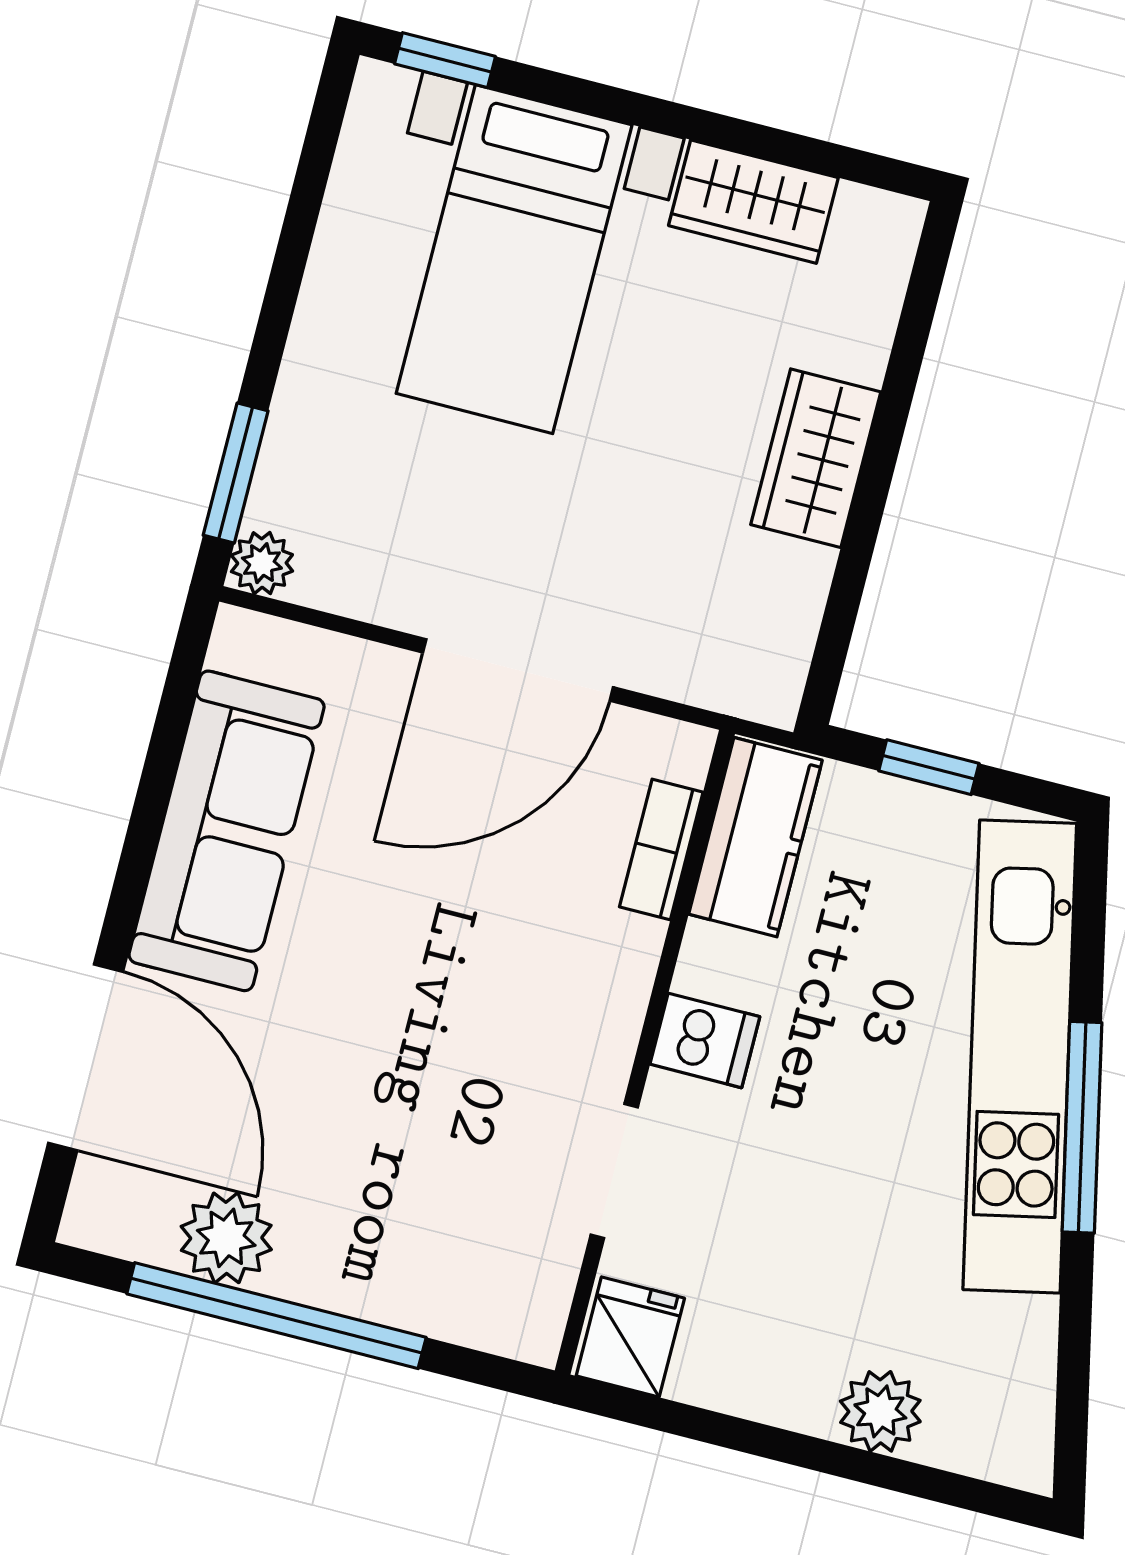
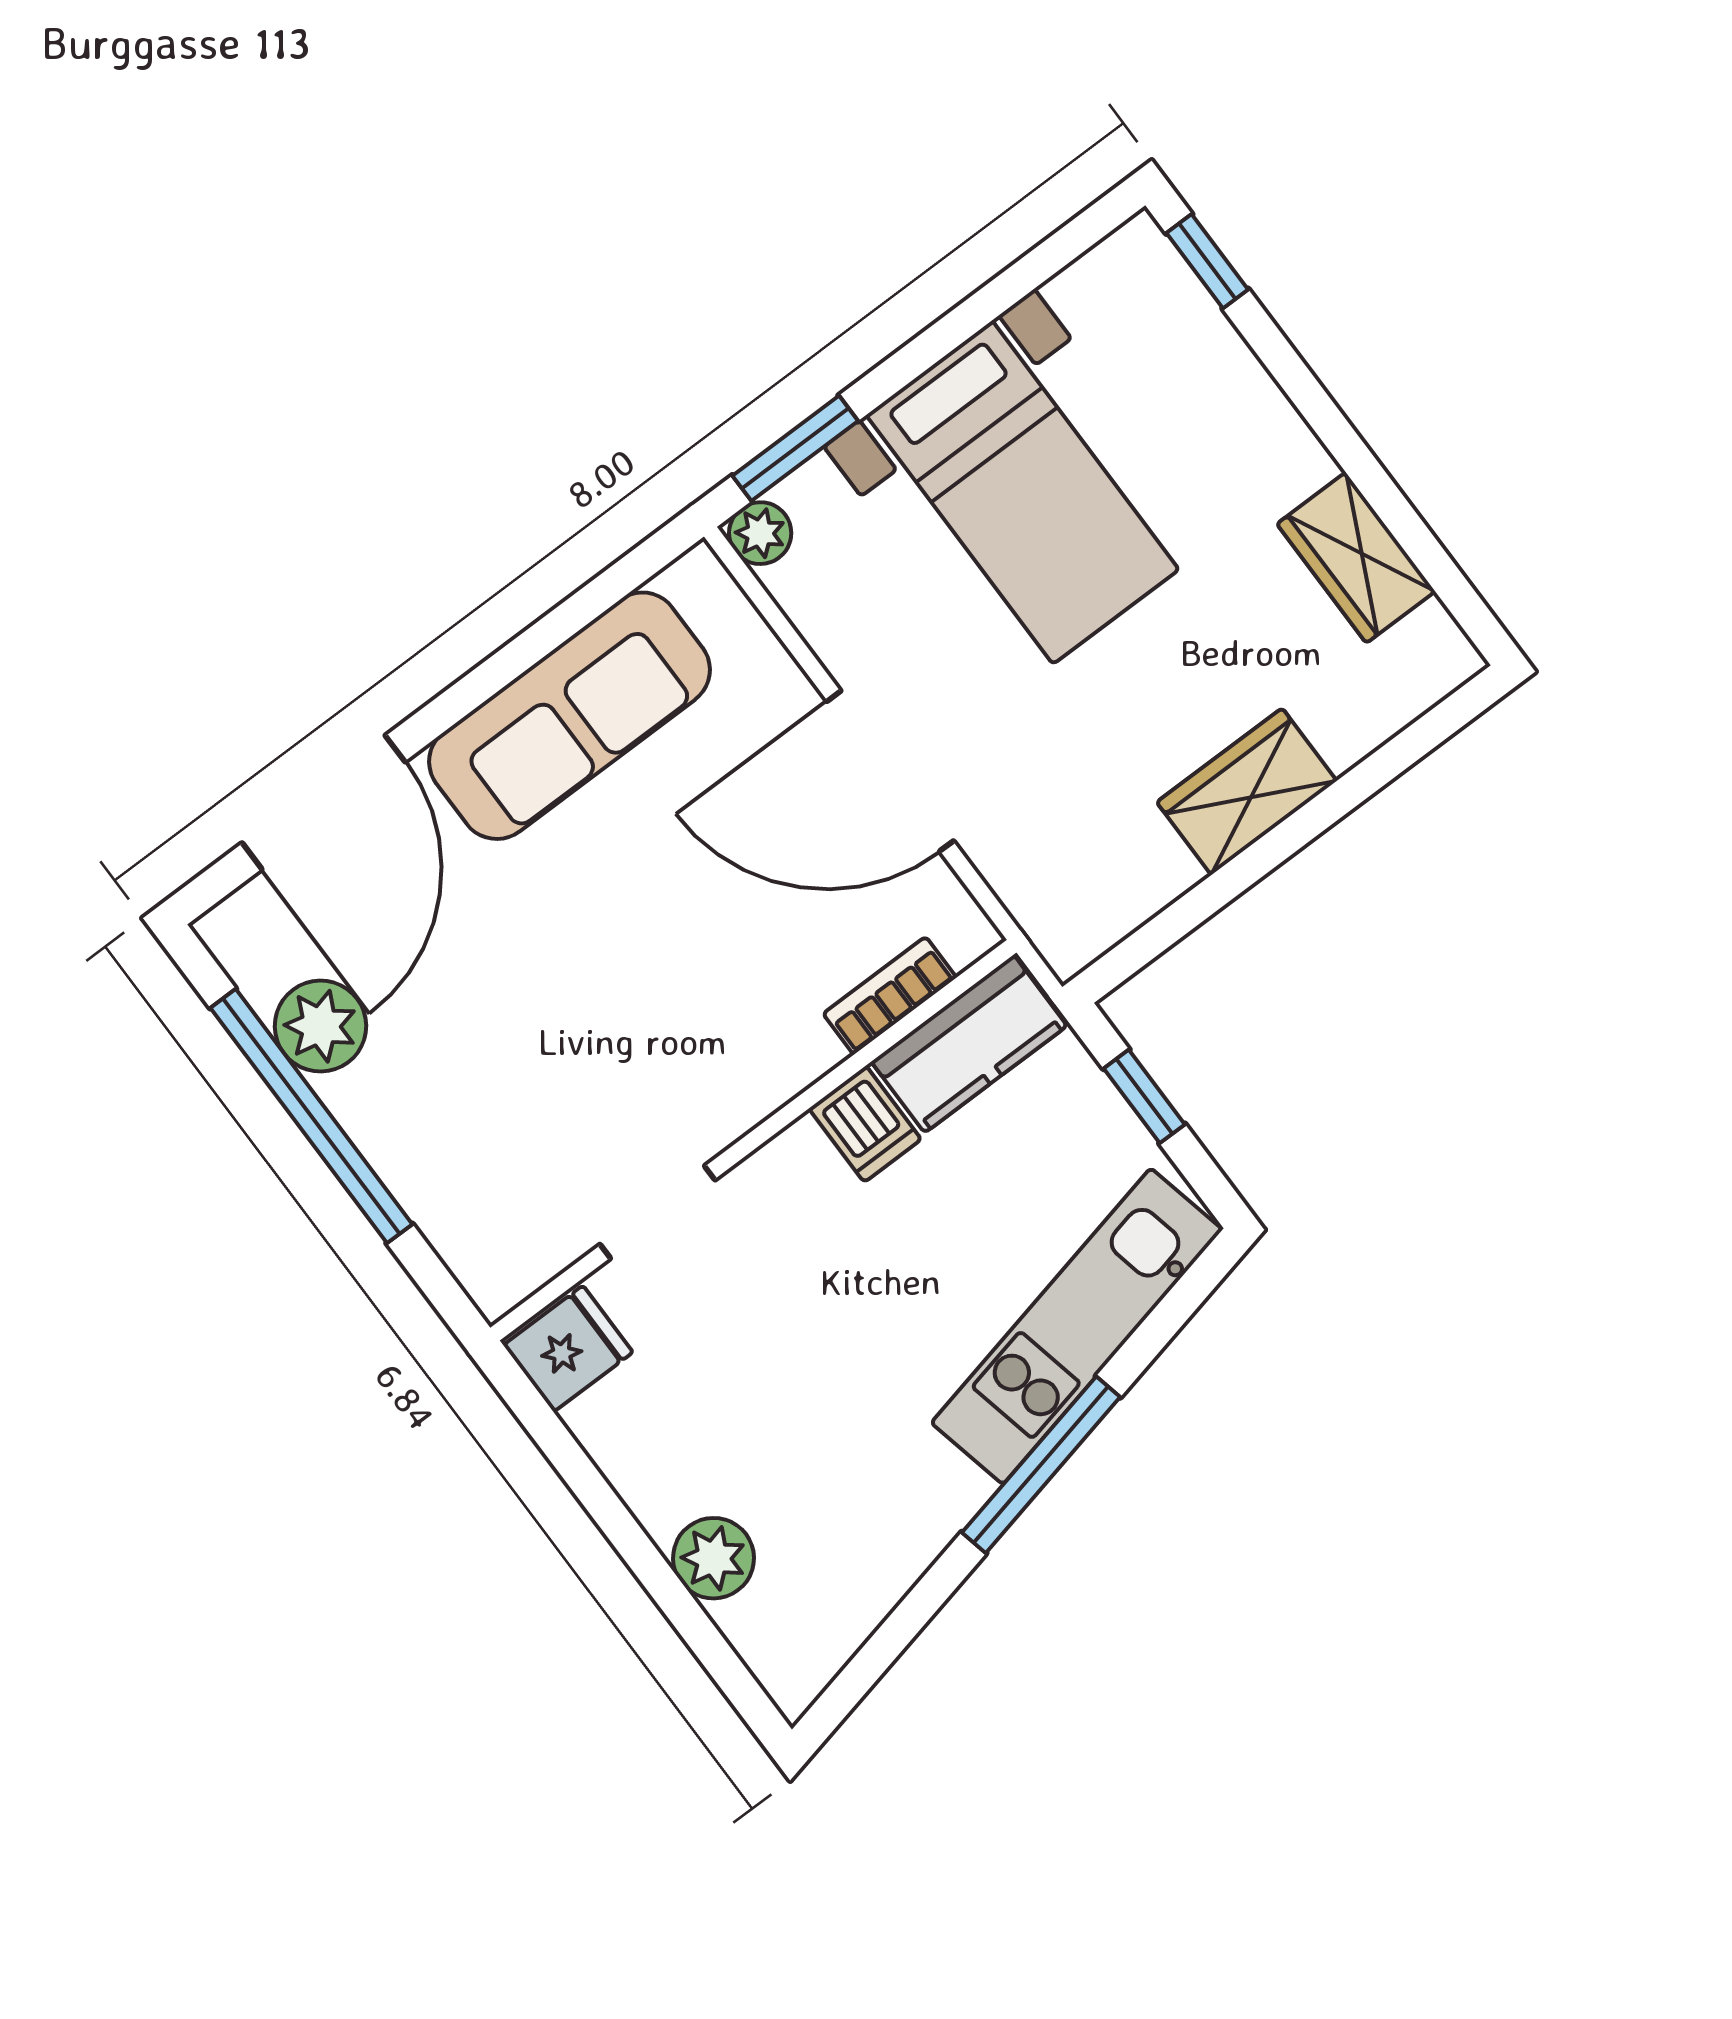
bed with nightstands: (514, 259) -> (1022, 492), moved, turned -90
dishwasher: (705, 1040) -> (865, 1124), moved
kitchen unit: (1020, 1056) -> (1077, 1326), width x0.73

